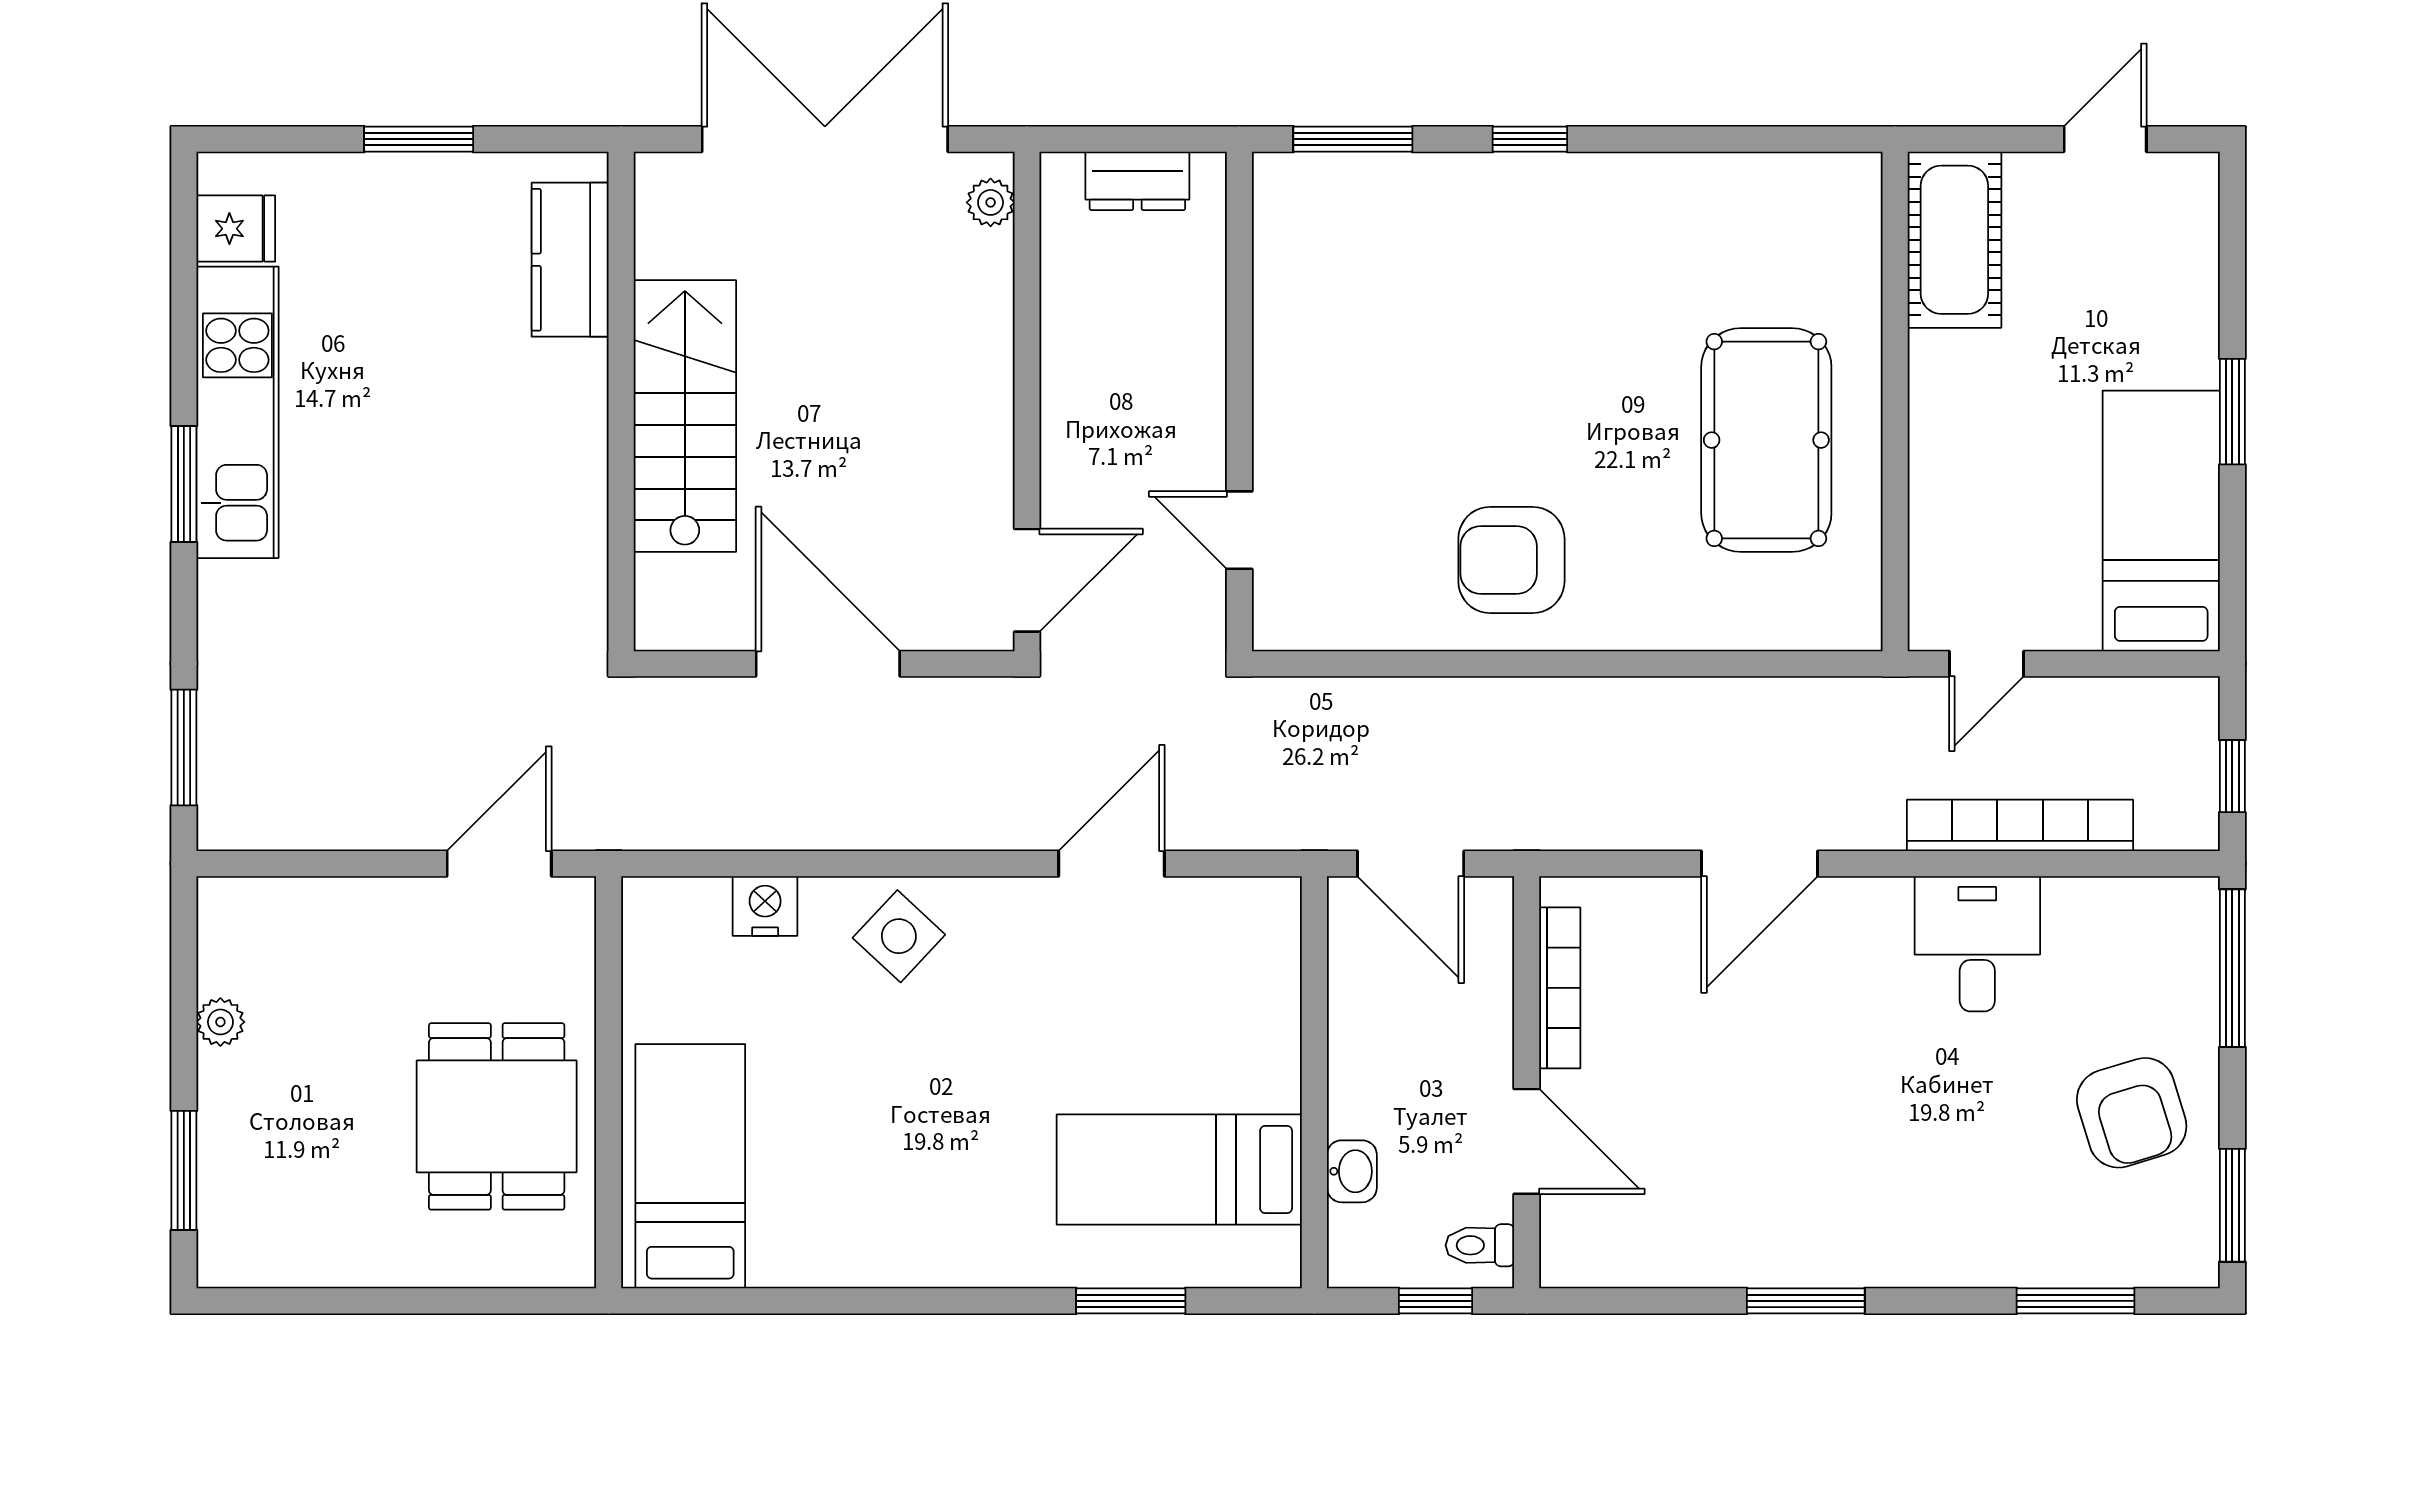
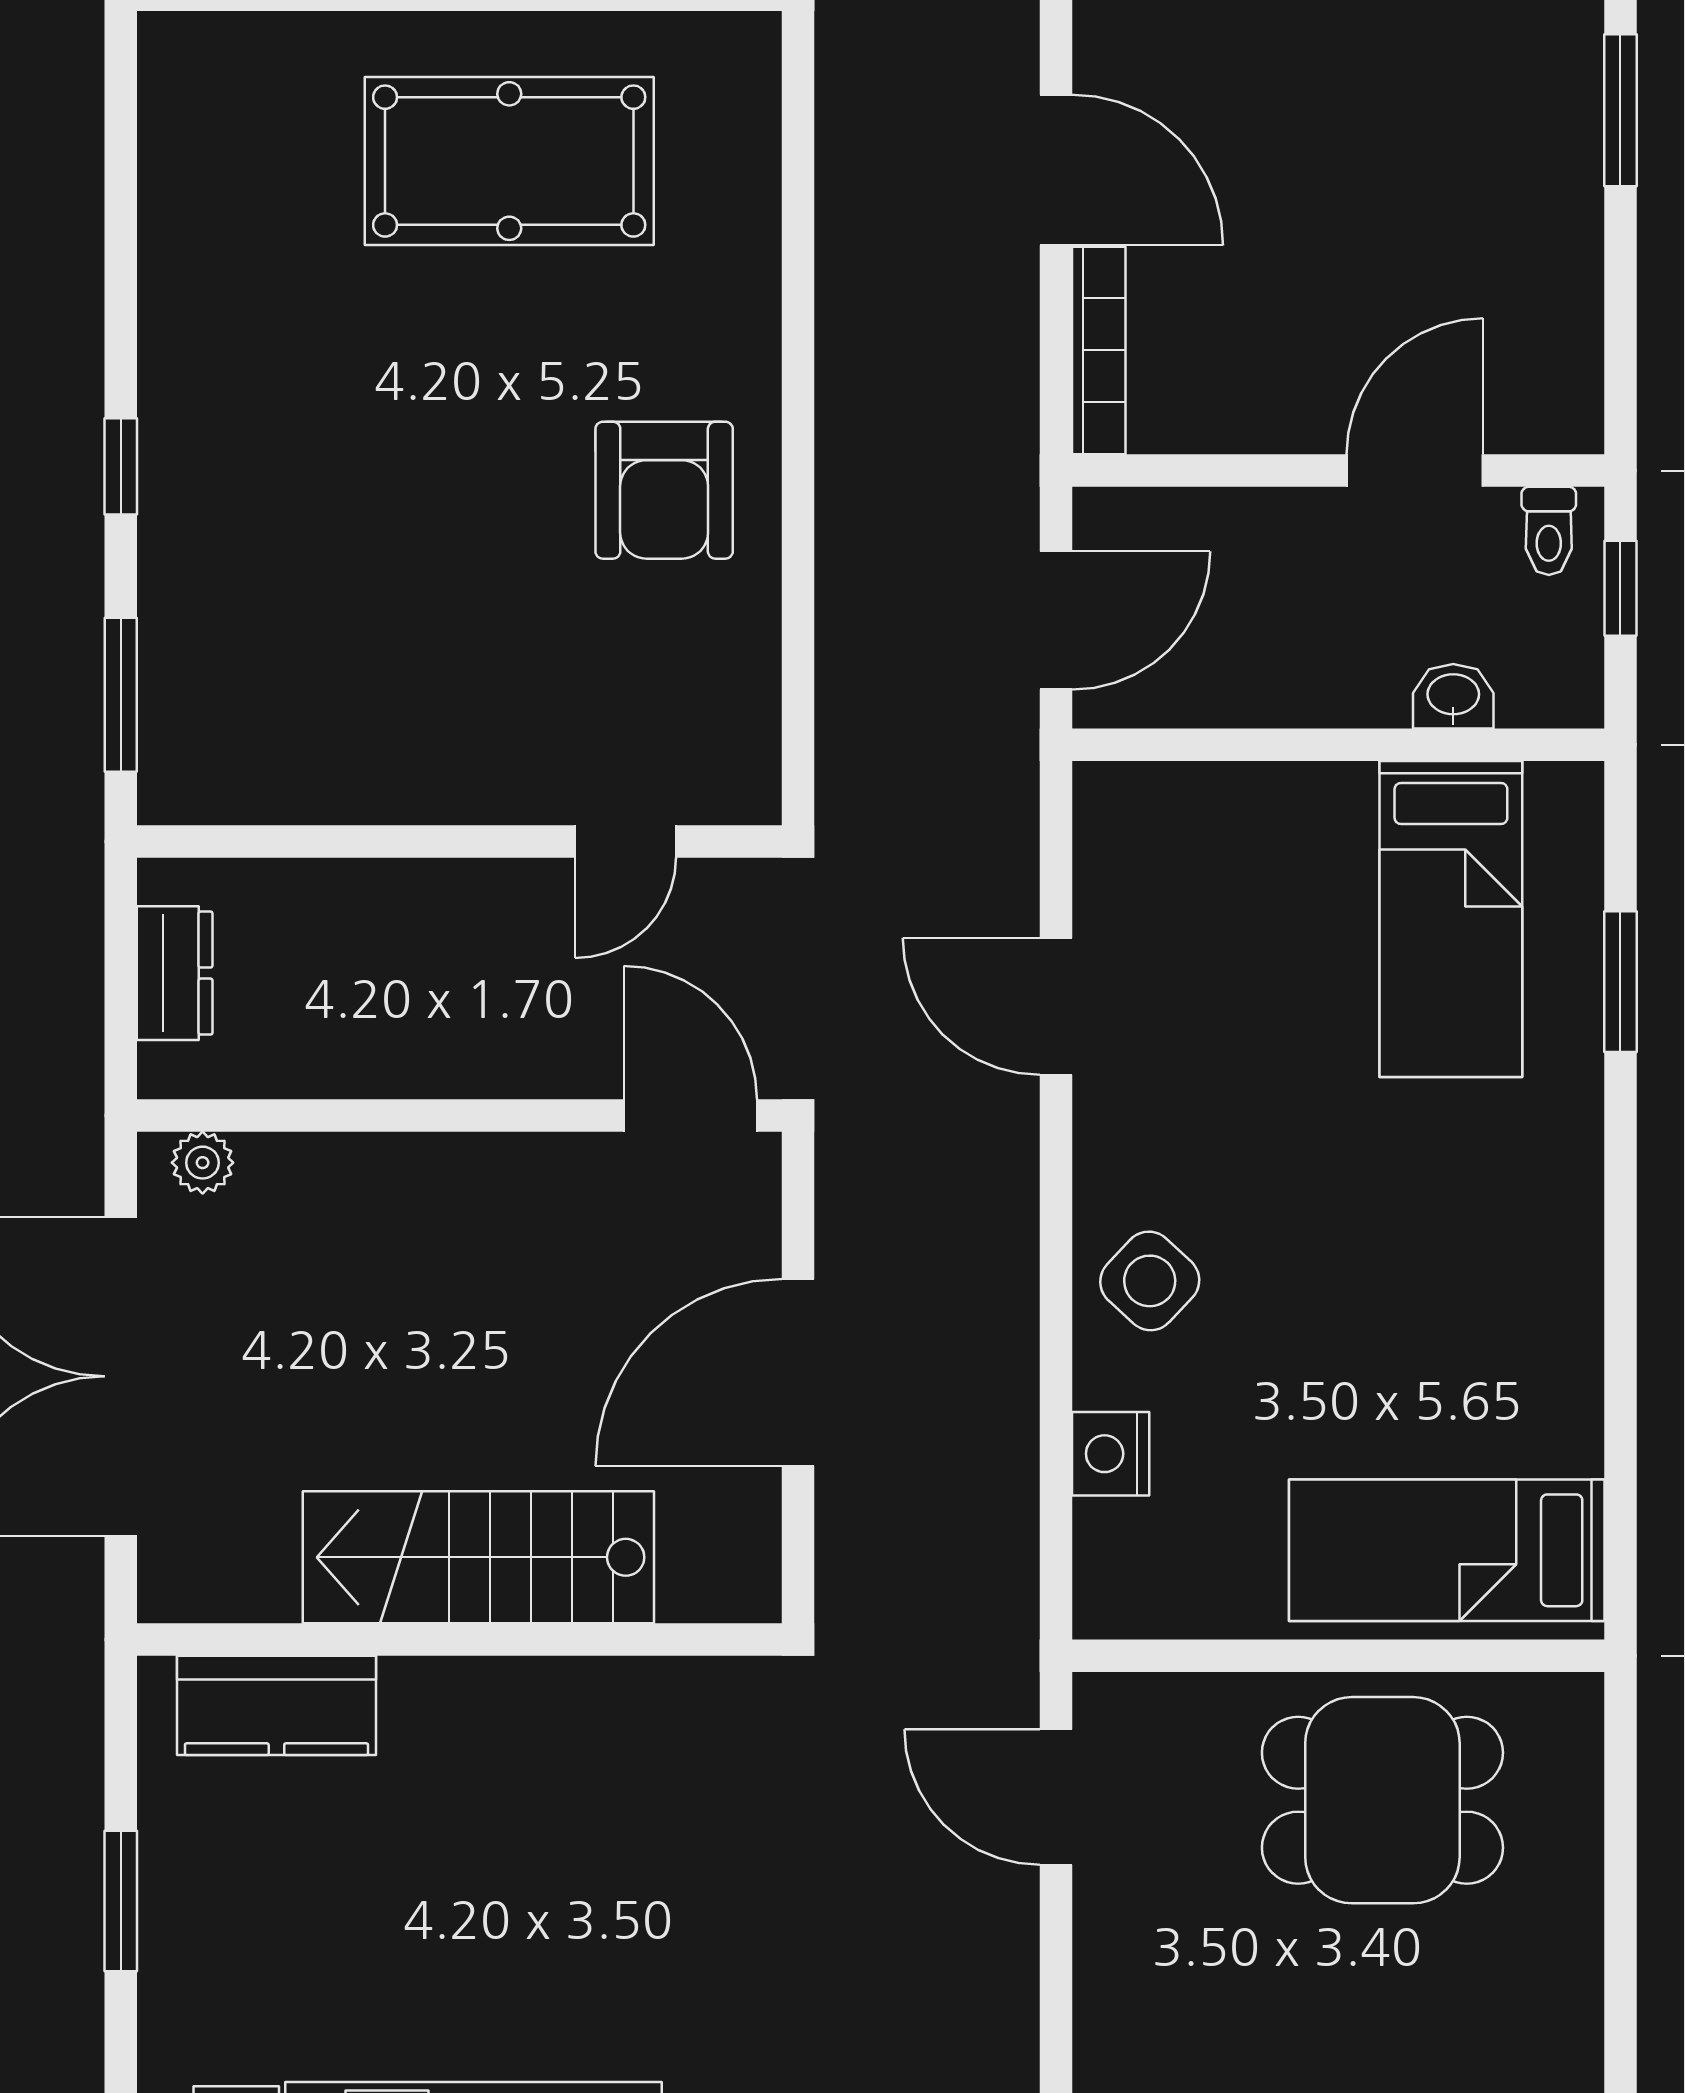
bookcase: (1560, 988) -> (1099, 350), moved, turned 90

